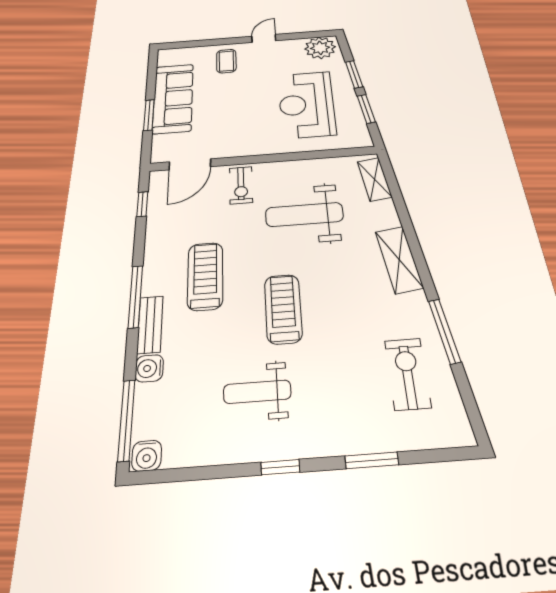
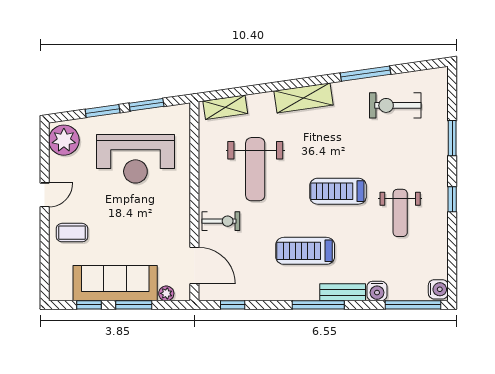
door: (264, 38) -> (45, 195), swing flipped
window: (152, 80) -> (89, 305), added
plant: (160, 142) -> (166, 293), added

